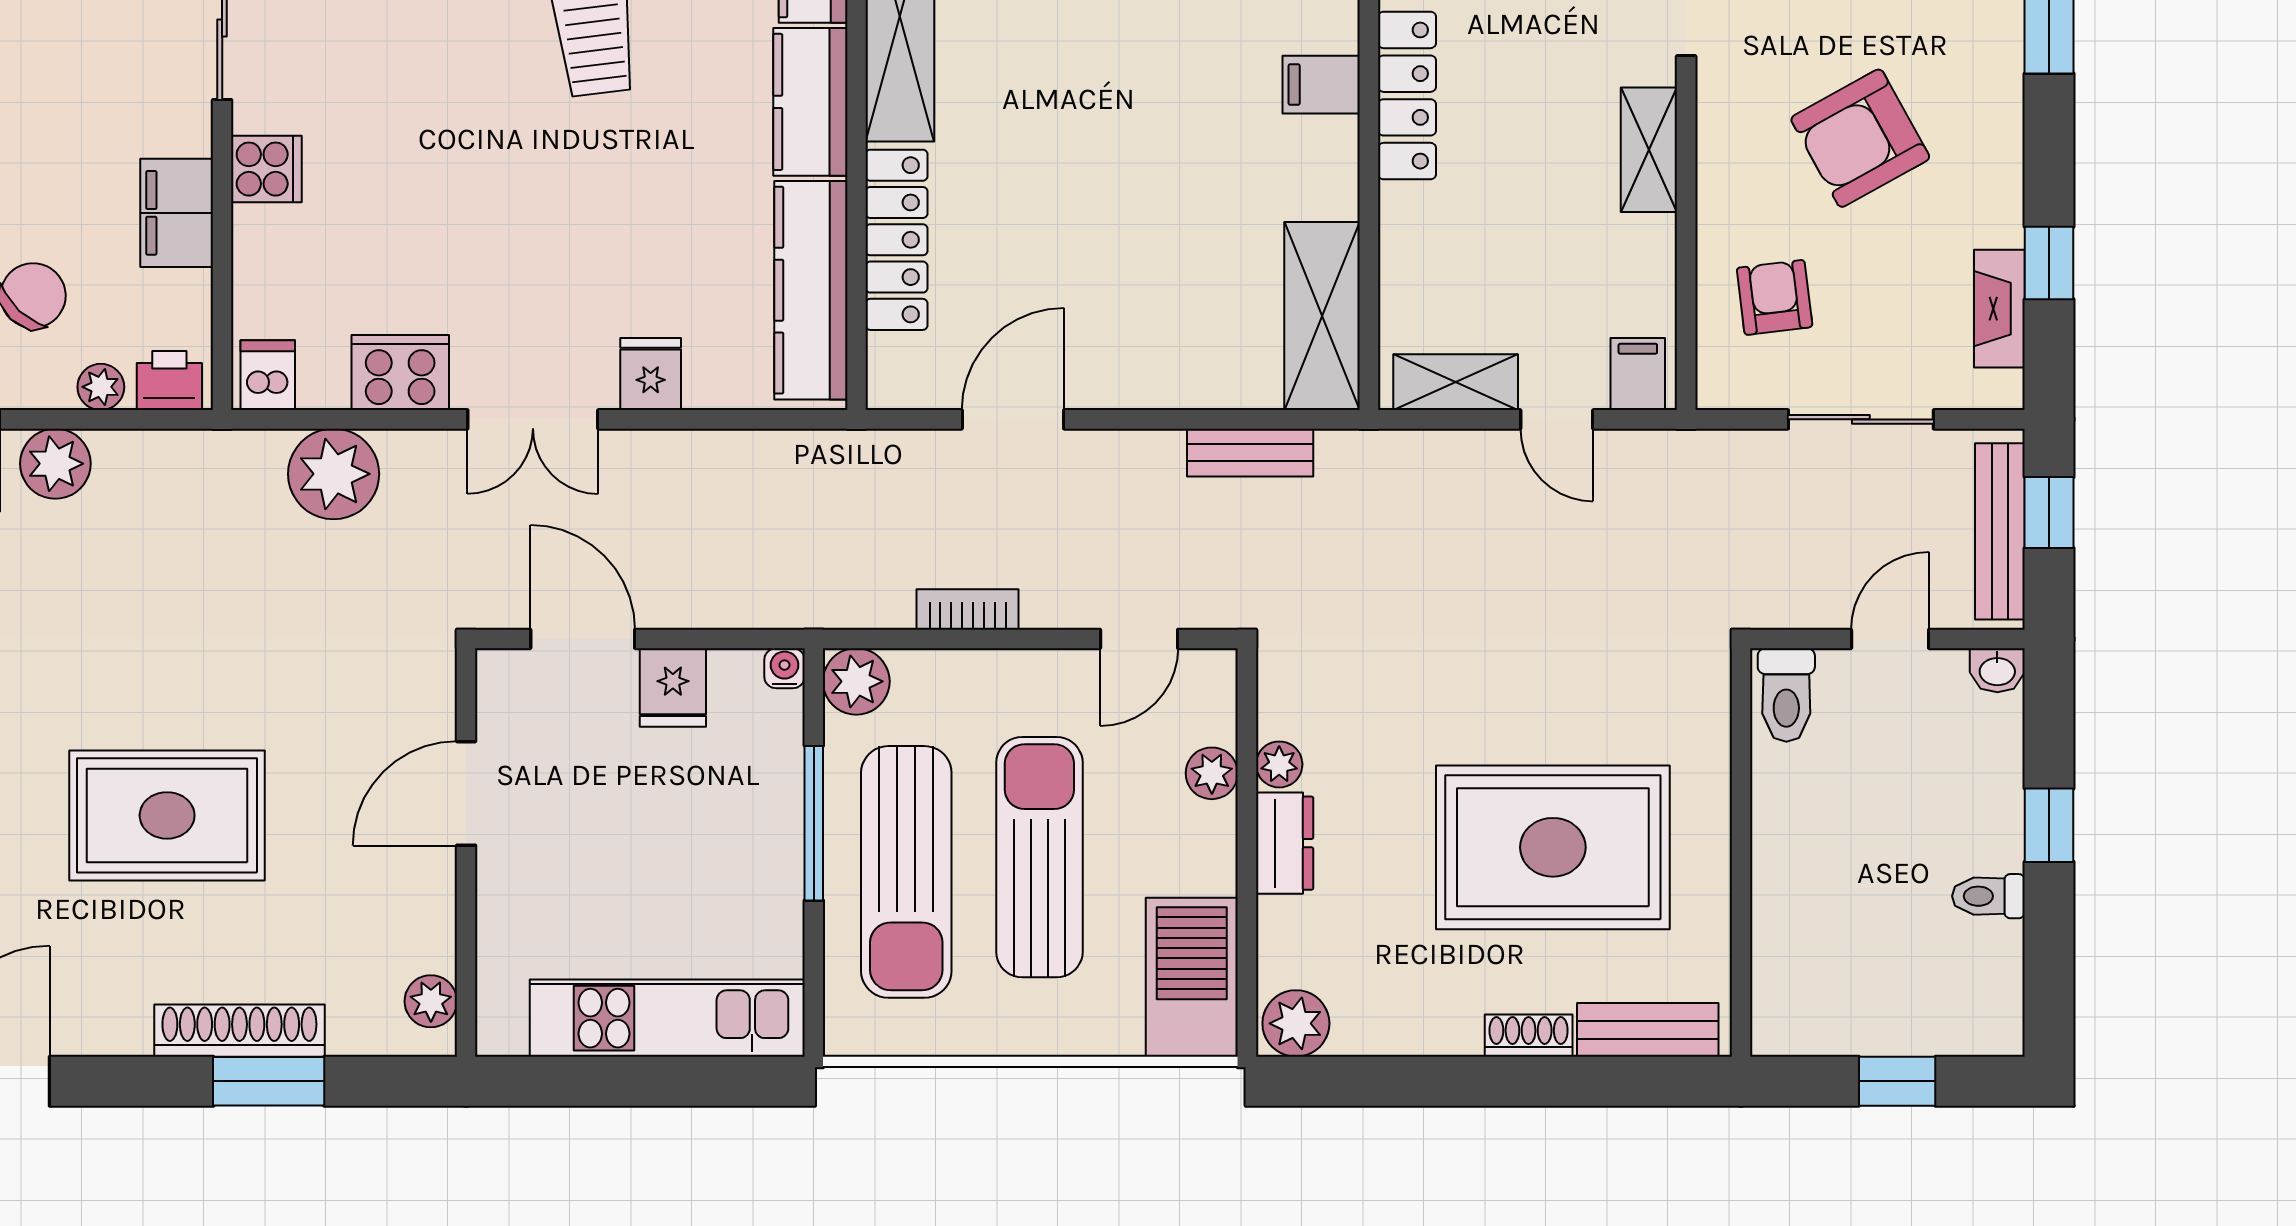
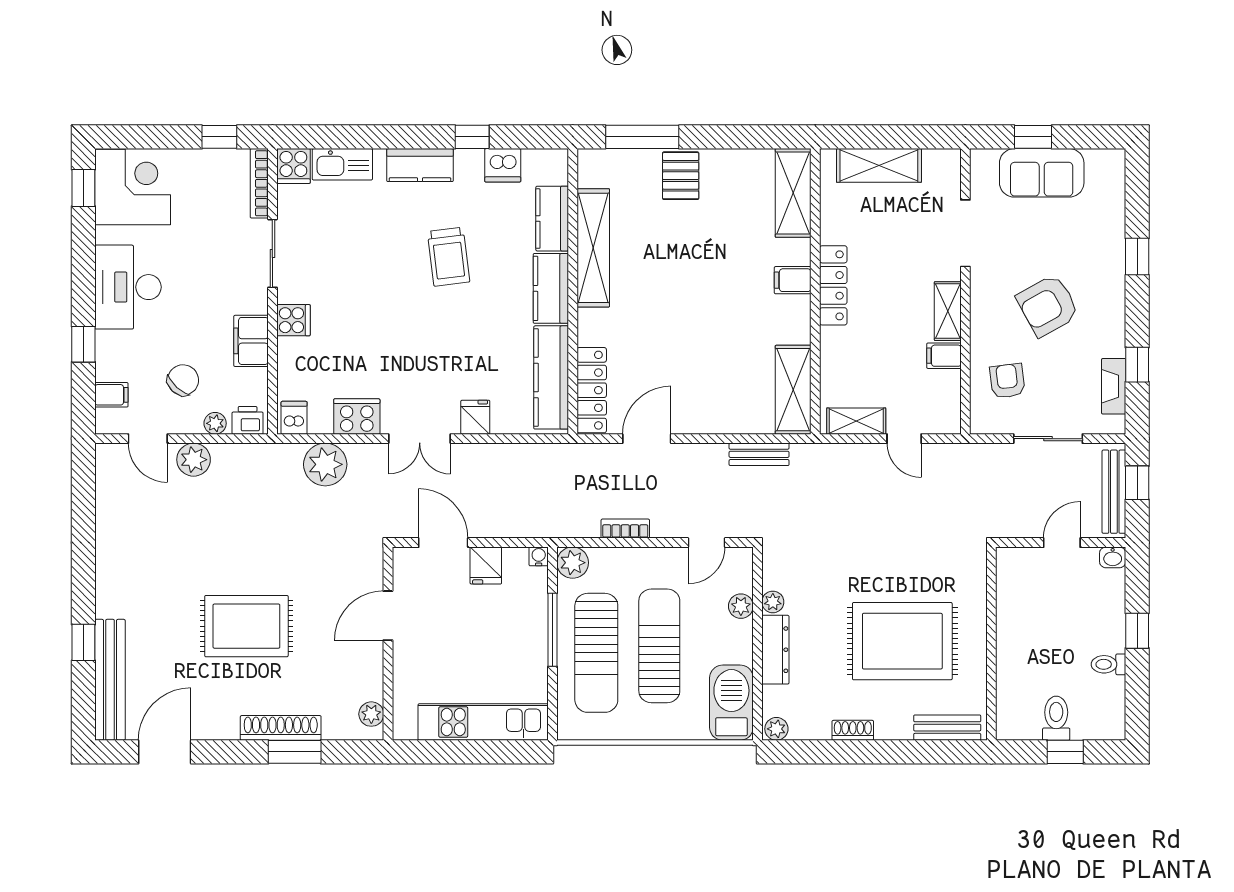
locker: (897, 240) -> (592, 390), moved
filing cabinet: (1638, 374) -> (944, 356), moved, turned -90
toilet: (1786, 695) -> (1056, 718), moved, turned 180
dresser: (1285, 843) -> (775, 650), width x1.44
plant: (1296, 1023) -> (776, 729), width x0.73, depth x0.73
shoe rack: (1529, 1036) -> (853, 730), moved

